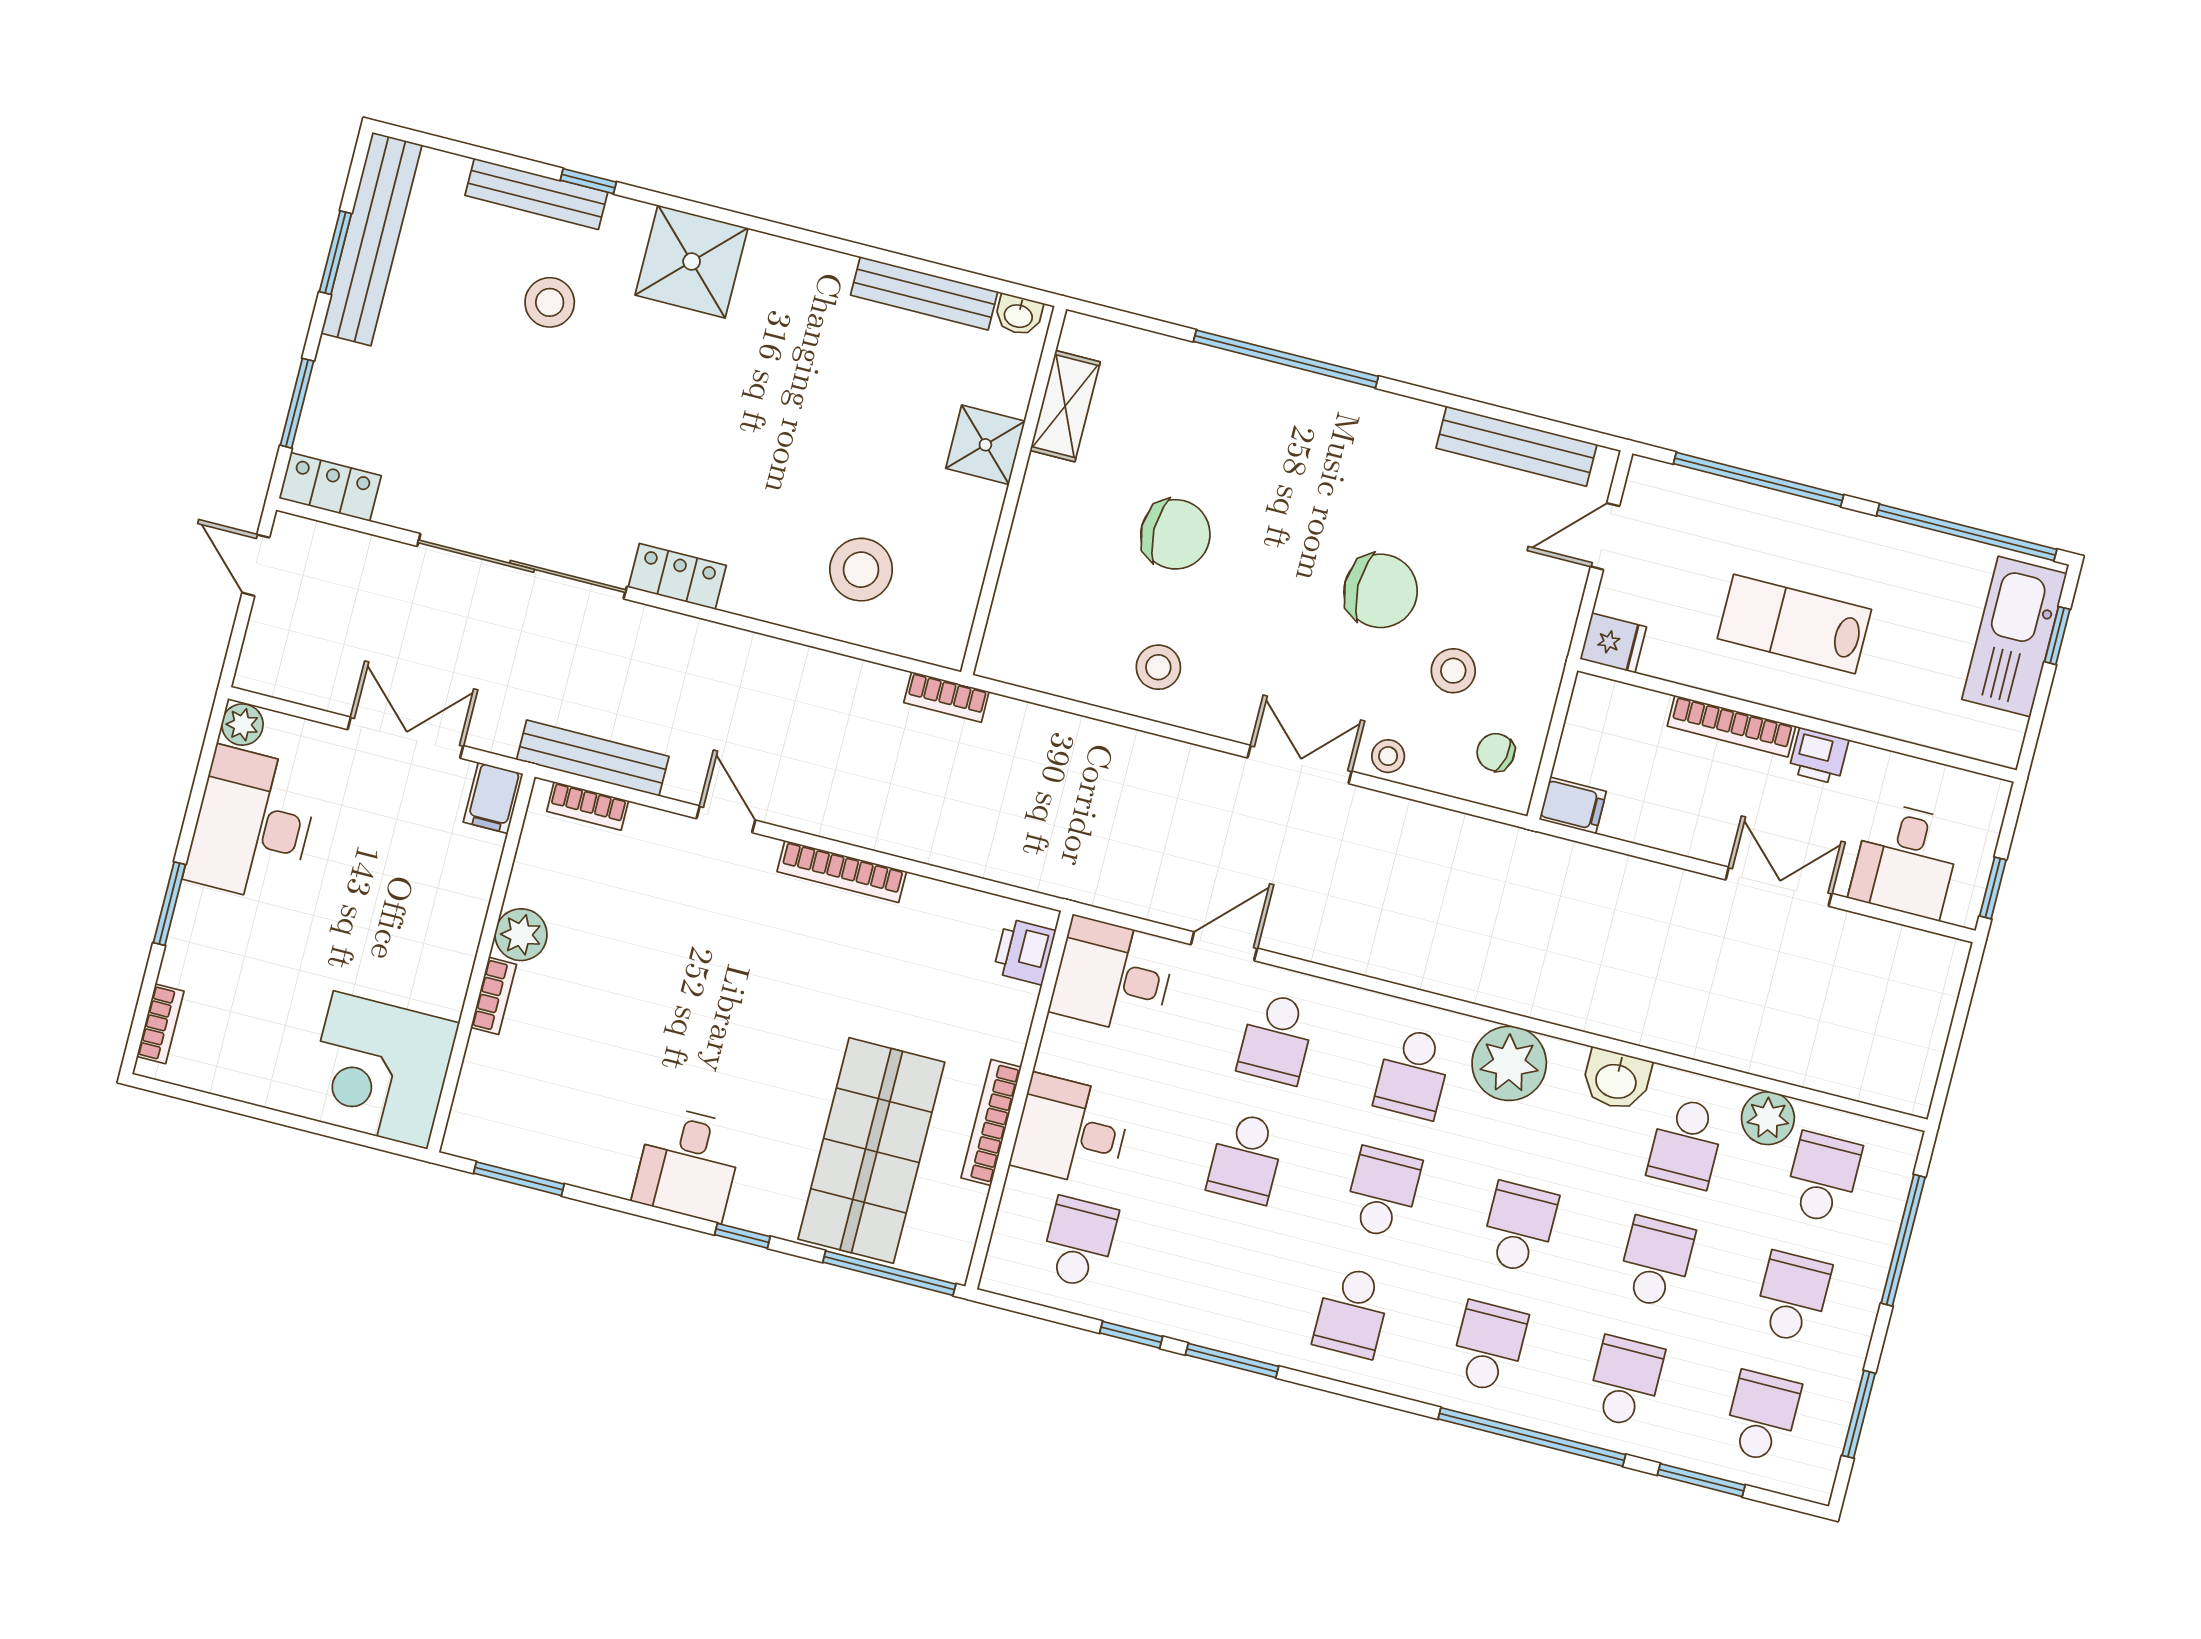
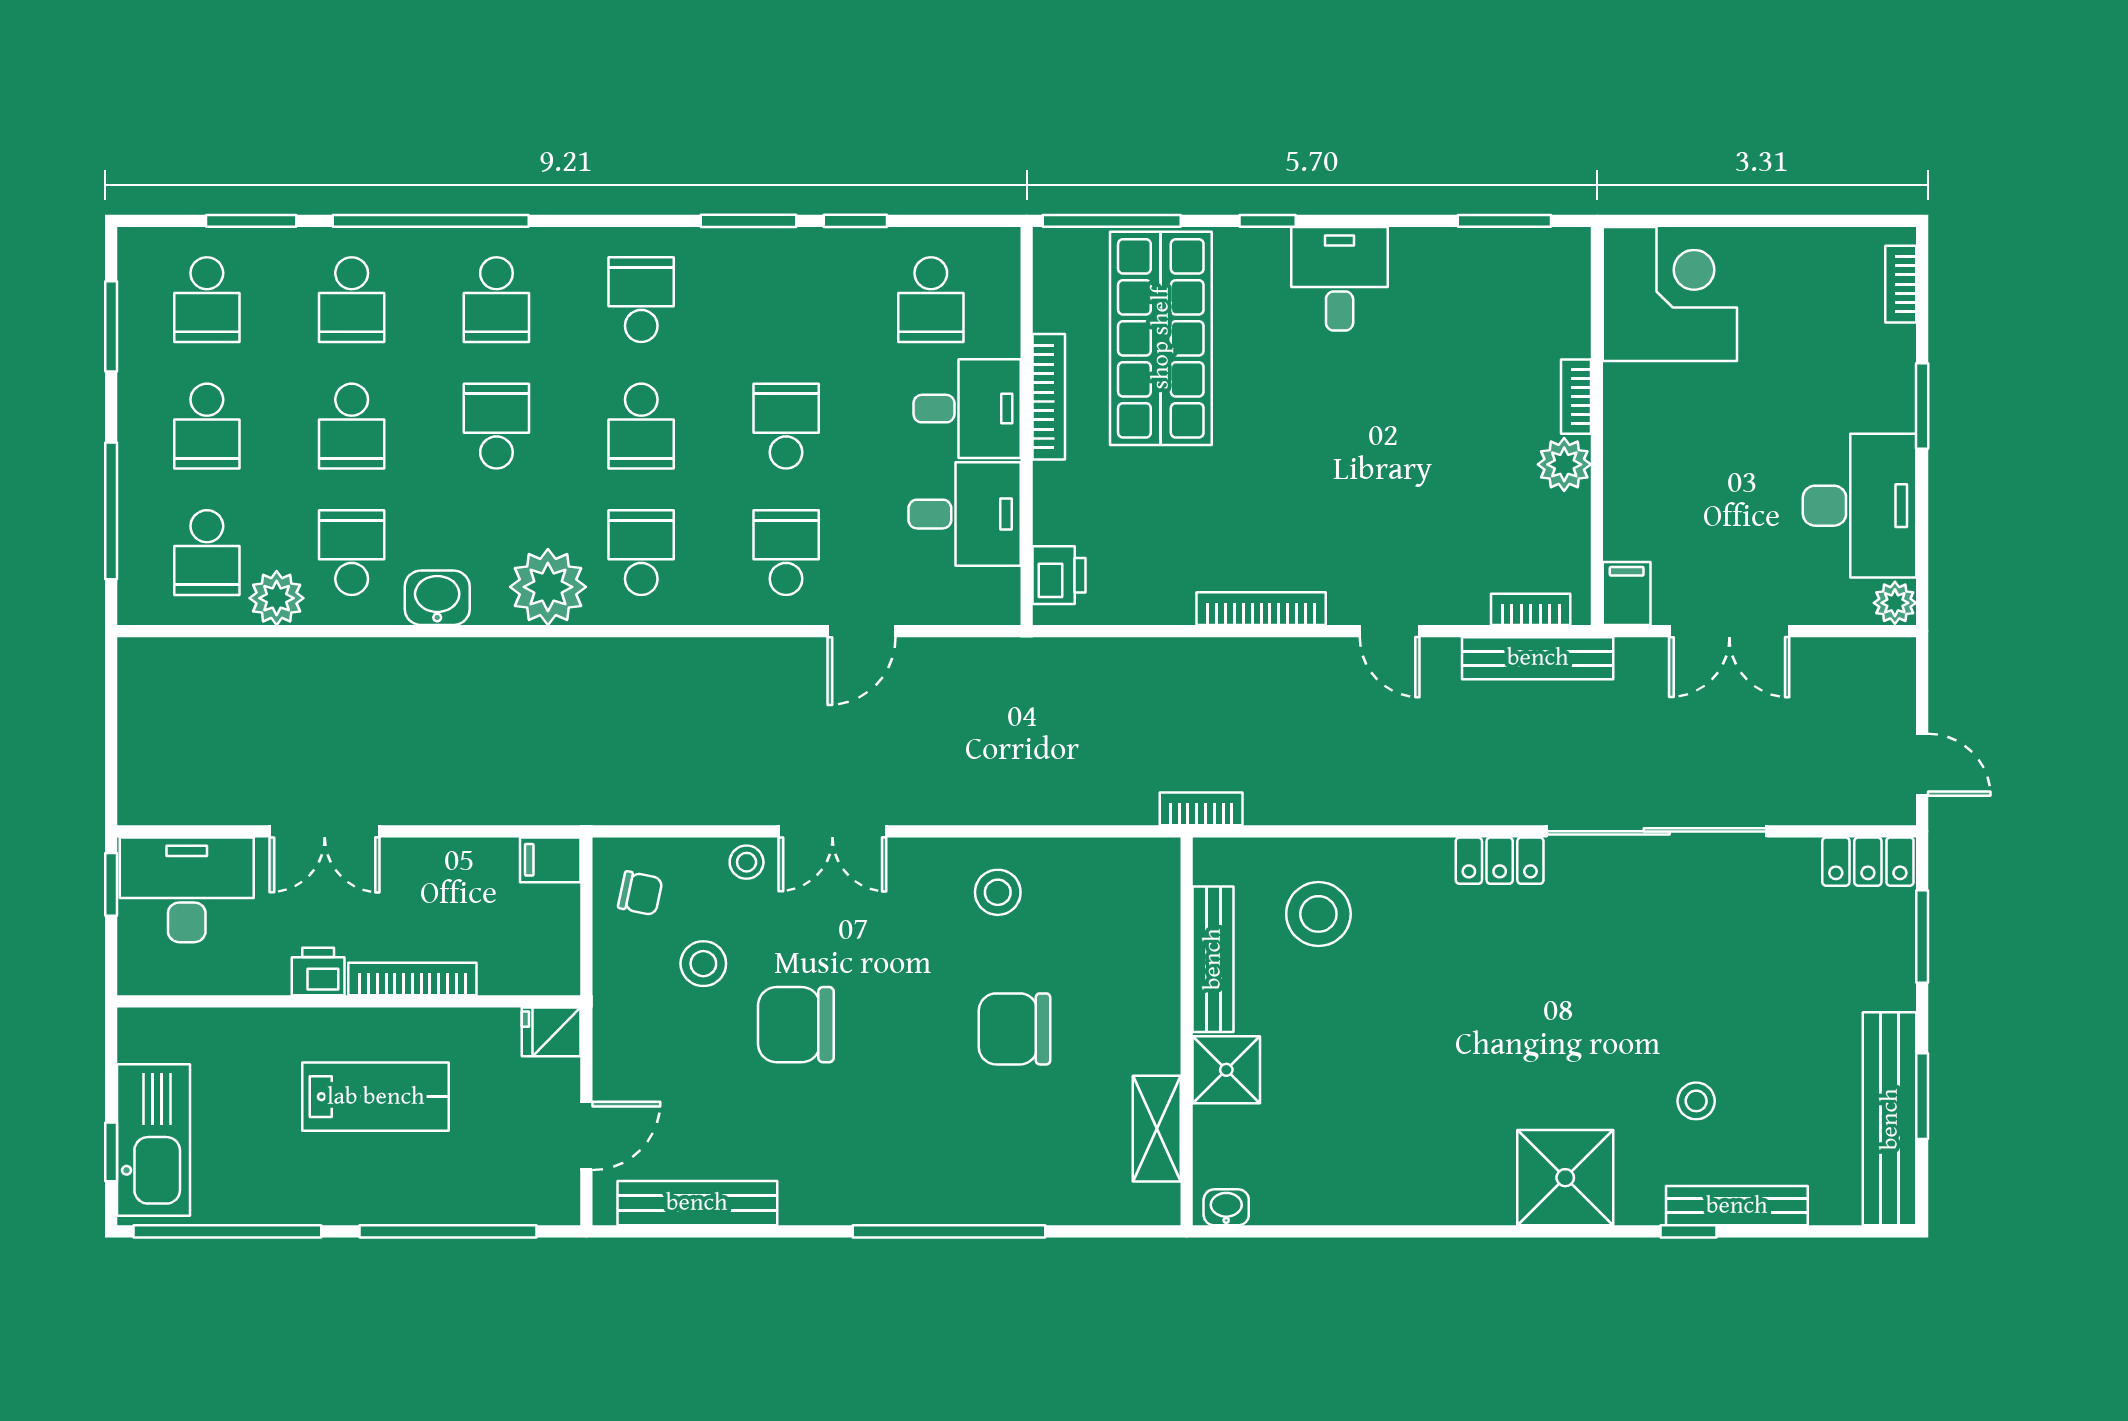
bench: (924, 293) -> (1213, 959), moved, turned 90
stool: (550, 302) -> (1696, 1101), width x0.73, depth x0.73
desk: (1906, 860) -> (187, 890), width x1.37
desk: (1113, 976) -> (965, 514), moved
school desk: (1519, 1228) -> (496, 426), turned 180

